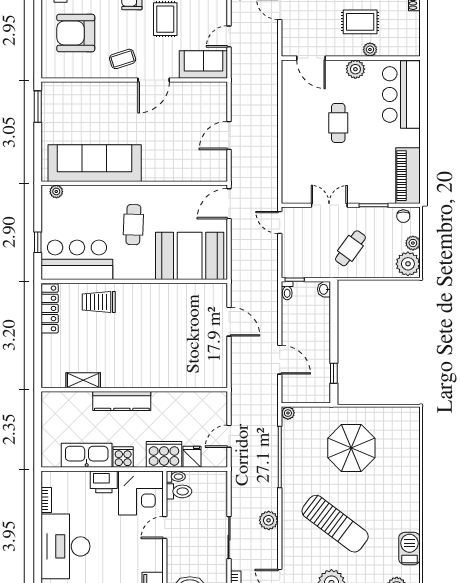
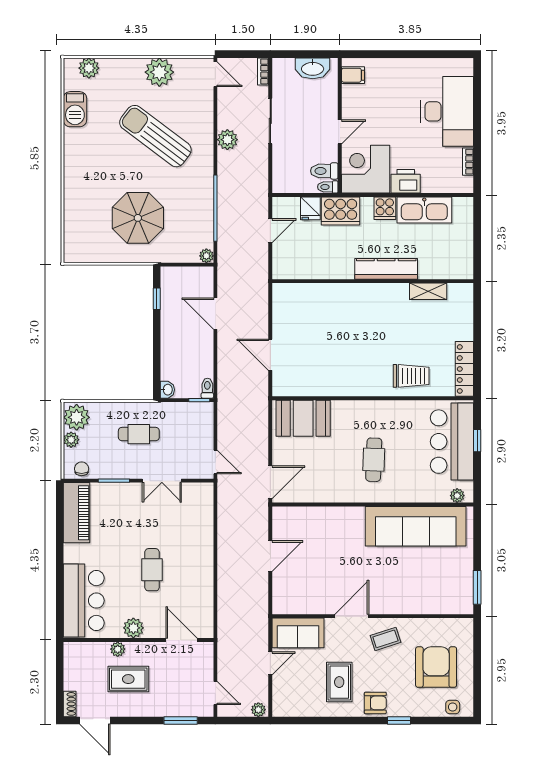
armchair: (76, 33) -> (436, 667), turned -90
cafe table: (350, 248) -> (139, 434), turned 54
booth: (190, 256) -> (303, 418), width x0.73, depth x0.70
bar counter: (77, 260) -> (452, 442), moved, turned 90

